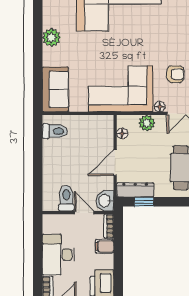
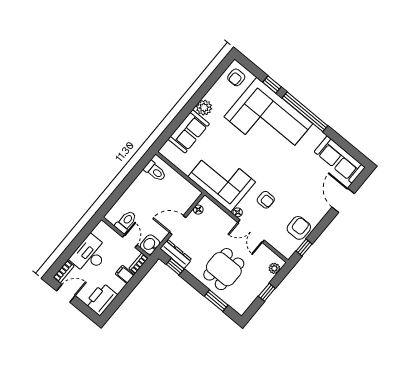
sofa: (55, 89) -> (189, 131), moved
plant: (147, 123) -> (220, 216), removed

